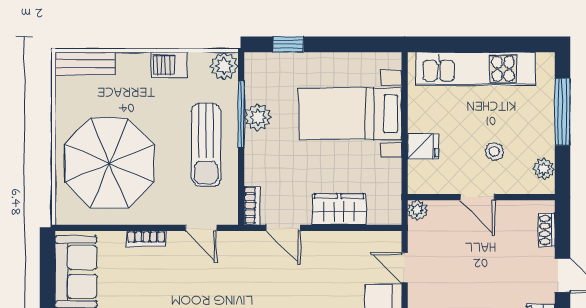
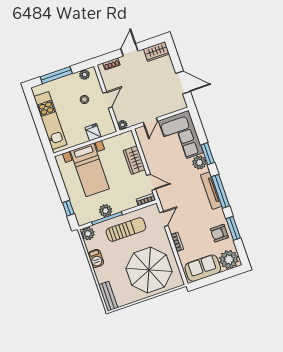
door: (283, 228) -> (151, 182), hinge flipped

